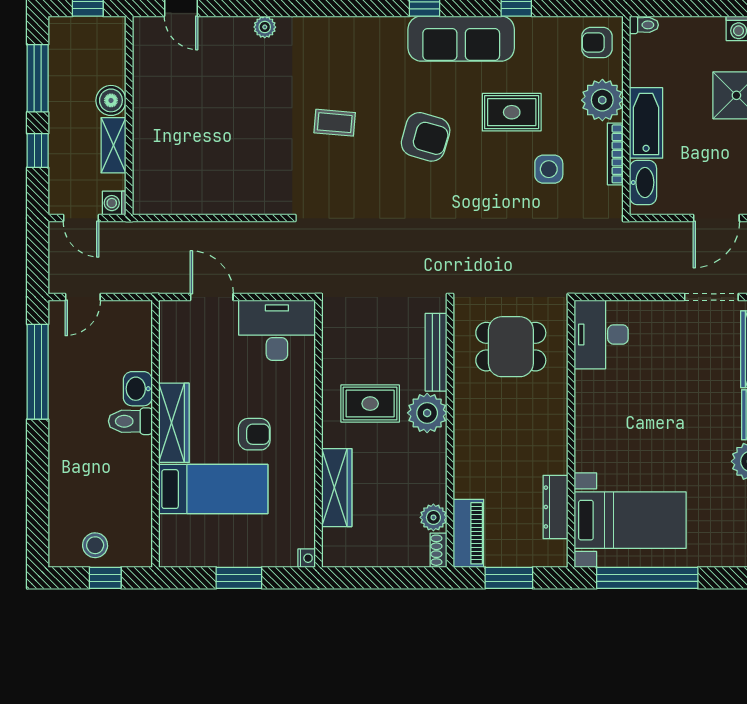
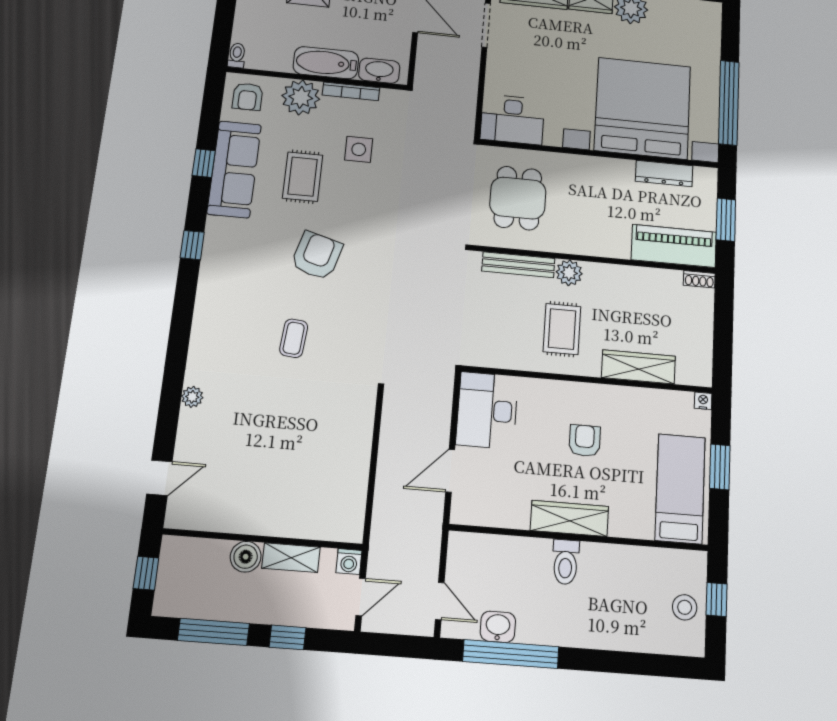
sofa: (461, 39) -> (234, 169), moved
washbasin: (138, 389) -> (498, 627), moved, turned 180
plant: (427, 413) -> (569, 273), width x0.73, depth x0.73
bed: (213, 489) -> (680, 489), moved
plant: (433, 517) -> (669, 281), removed
bed with nightstands: (630, 520) -> (643, 108), width x1.85
piano: (468, 533) -> (674, 246), width x1.37, depth x1.33

